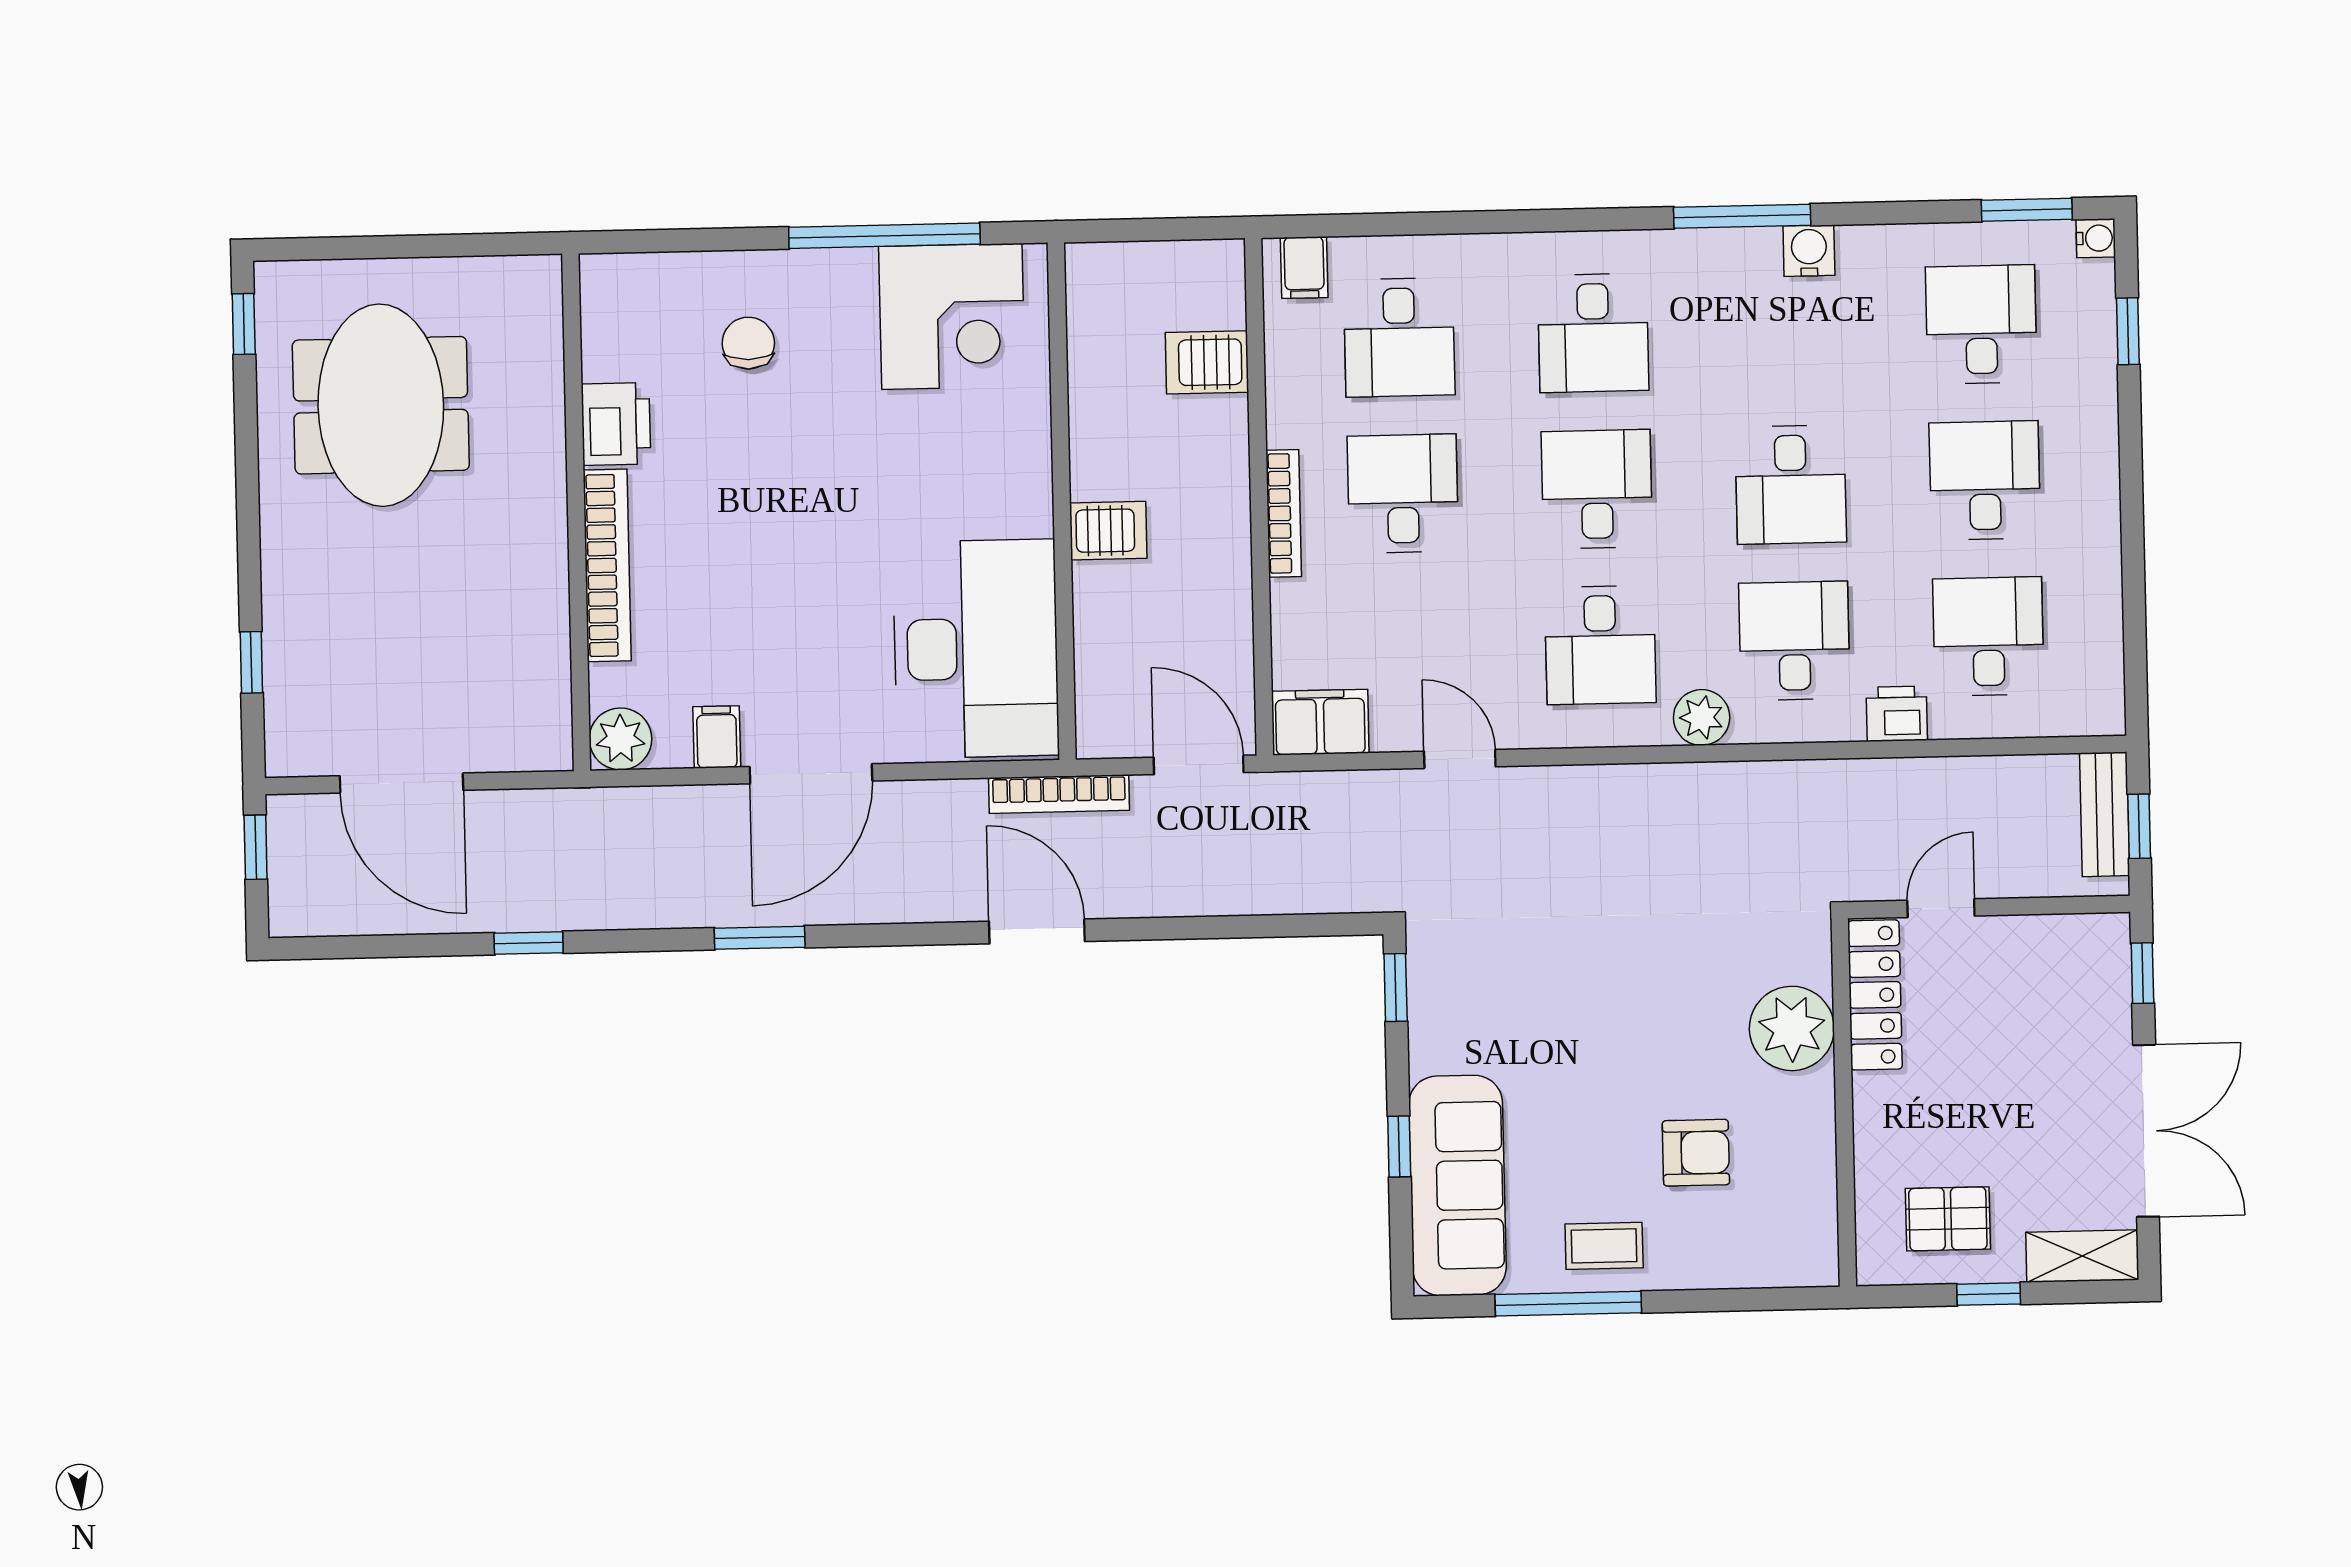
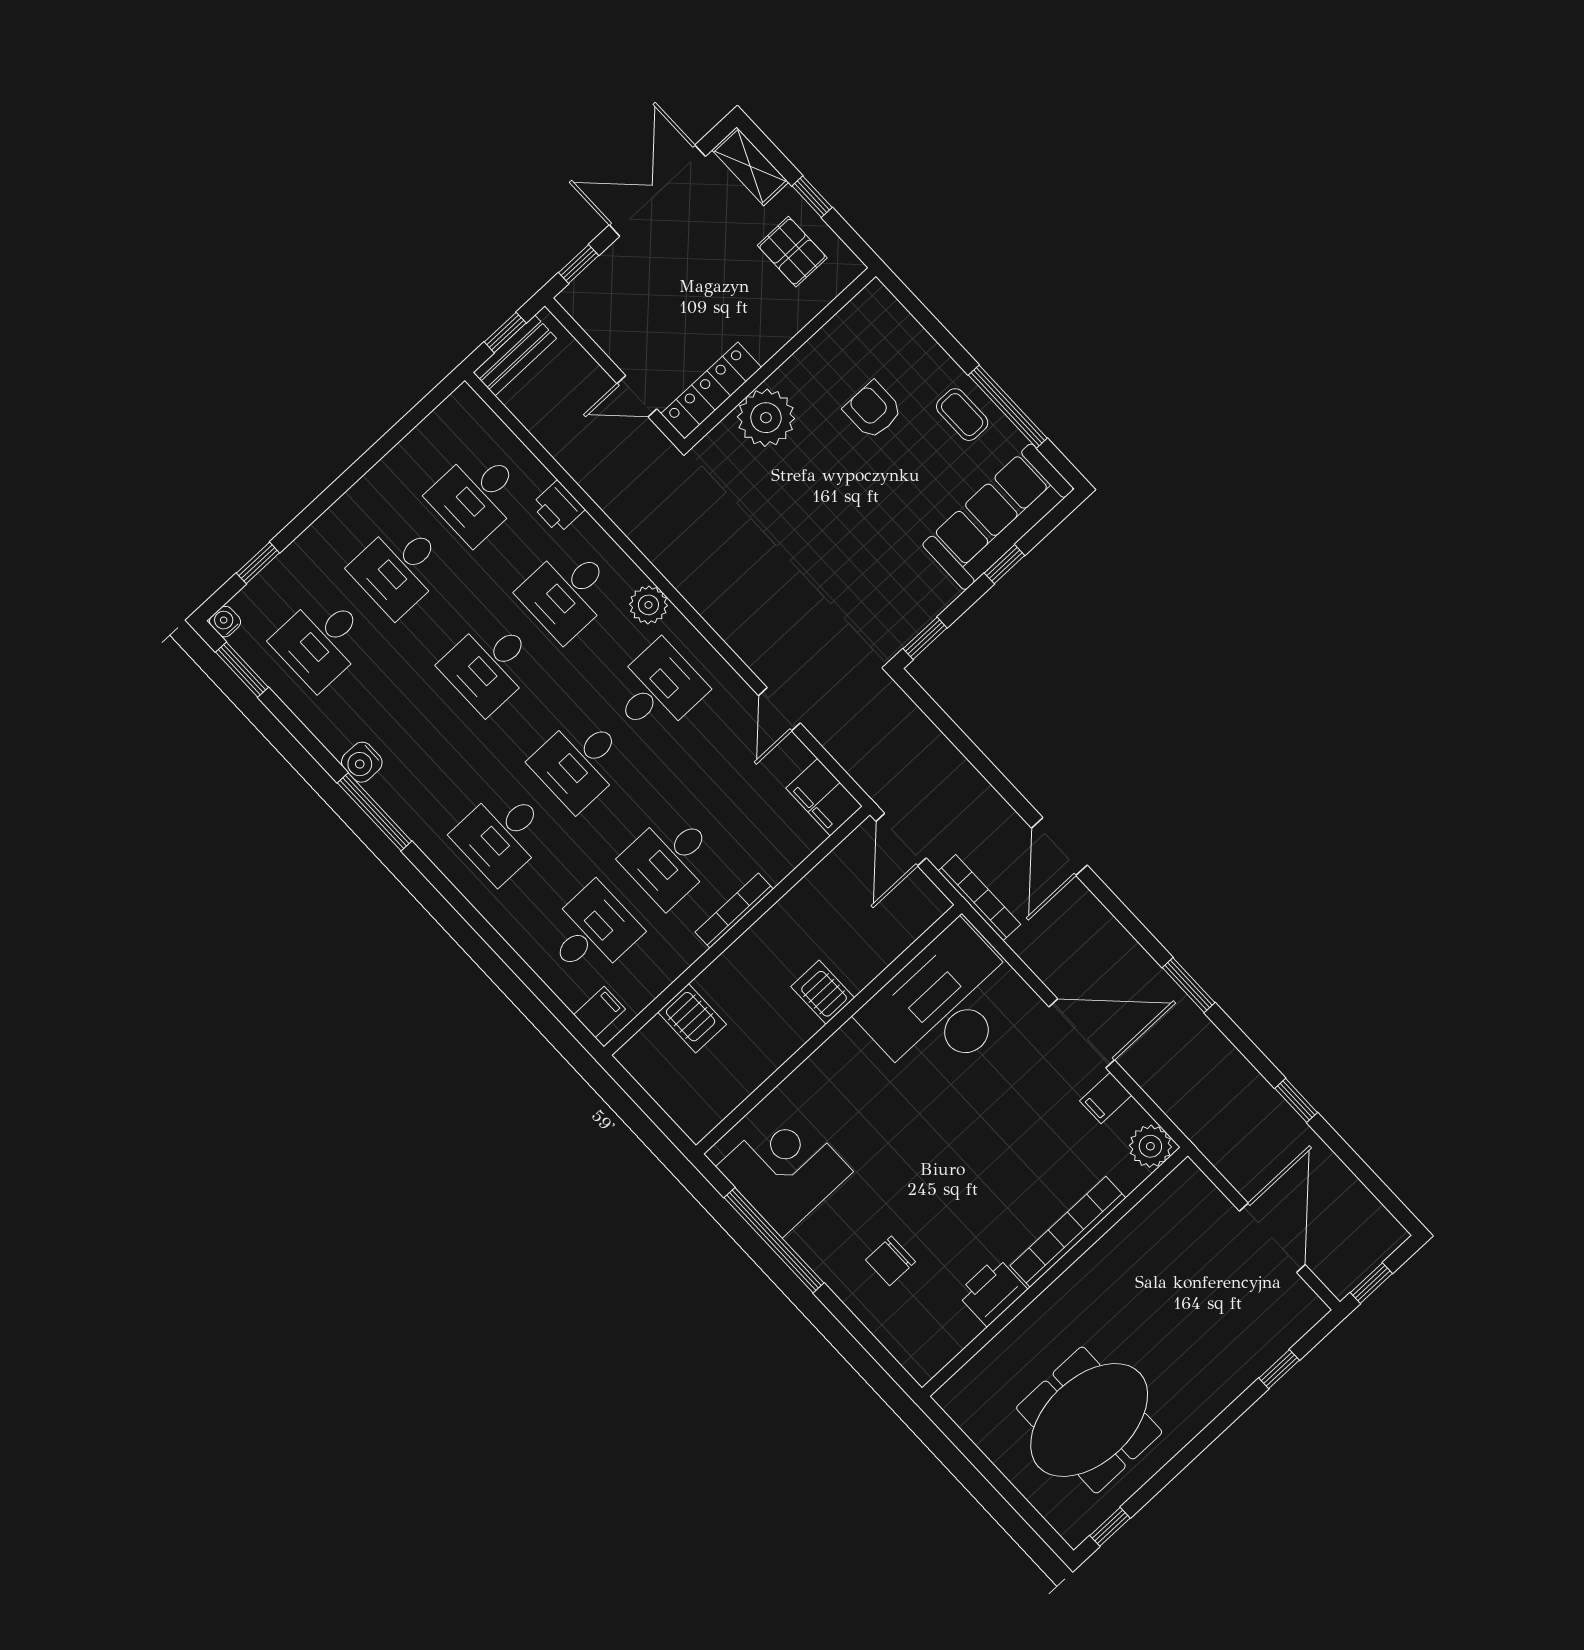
desk: (1593, 333) -> (502, 835), turned 180
desk: (1791, 485) -> (489, 665), turned 180

